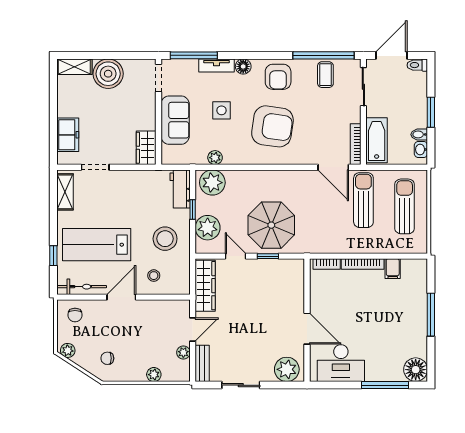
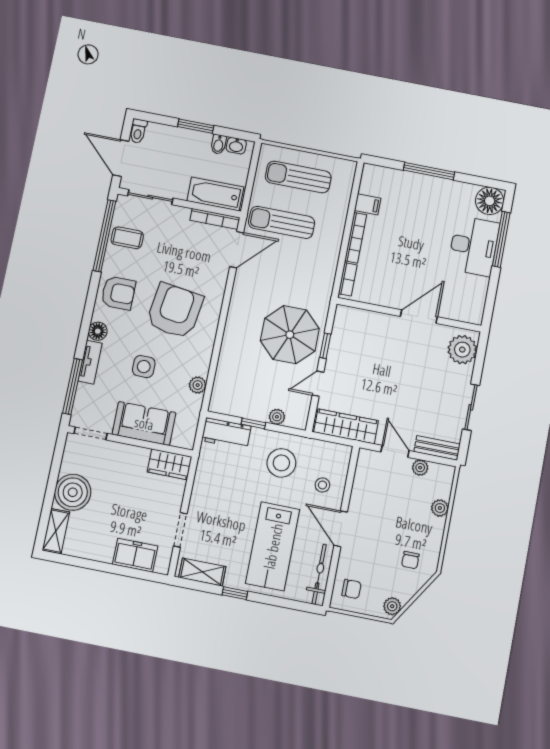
plant: (212, 183) -> (226, 394), removed
plant: (208, 228) -> (277, 417), width x0.53, depth x0.53
window: (53, 256) -> (235, 593), moved
desk: (341, 363) -> (474, 246), moved

